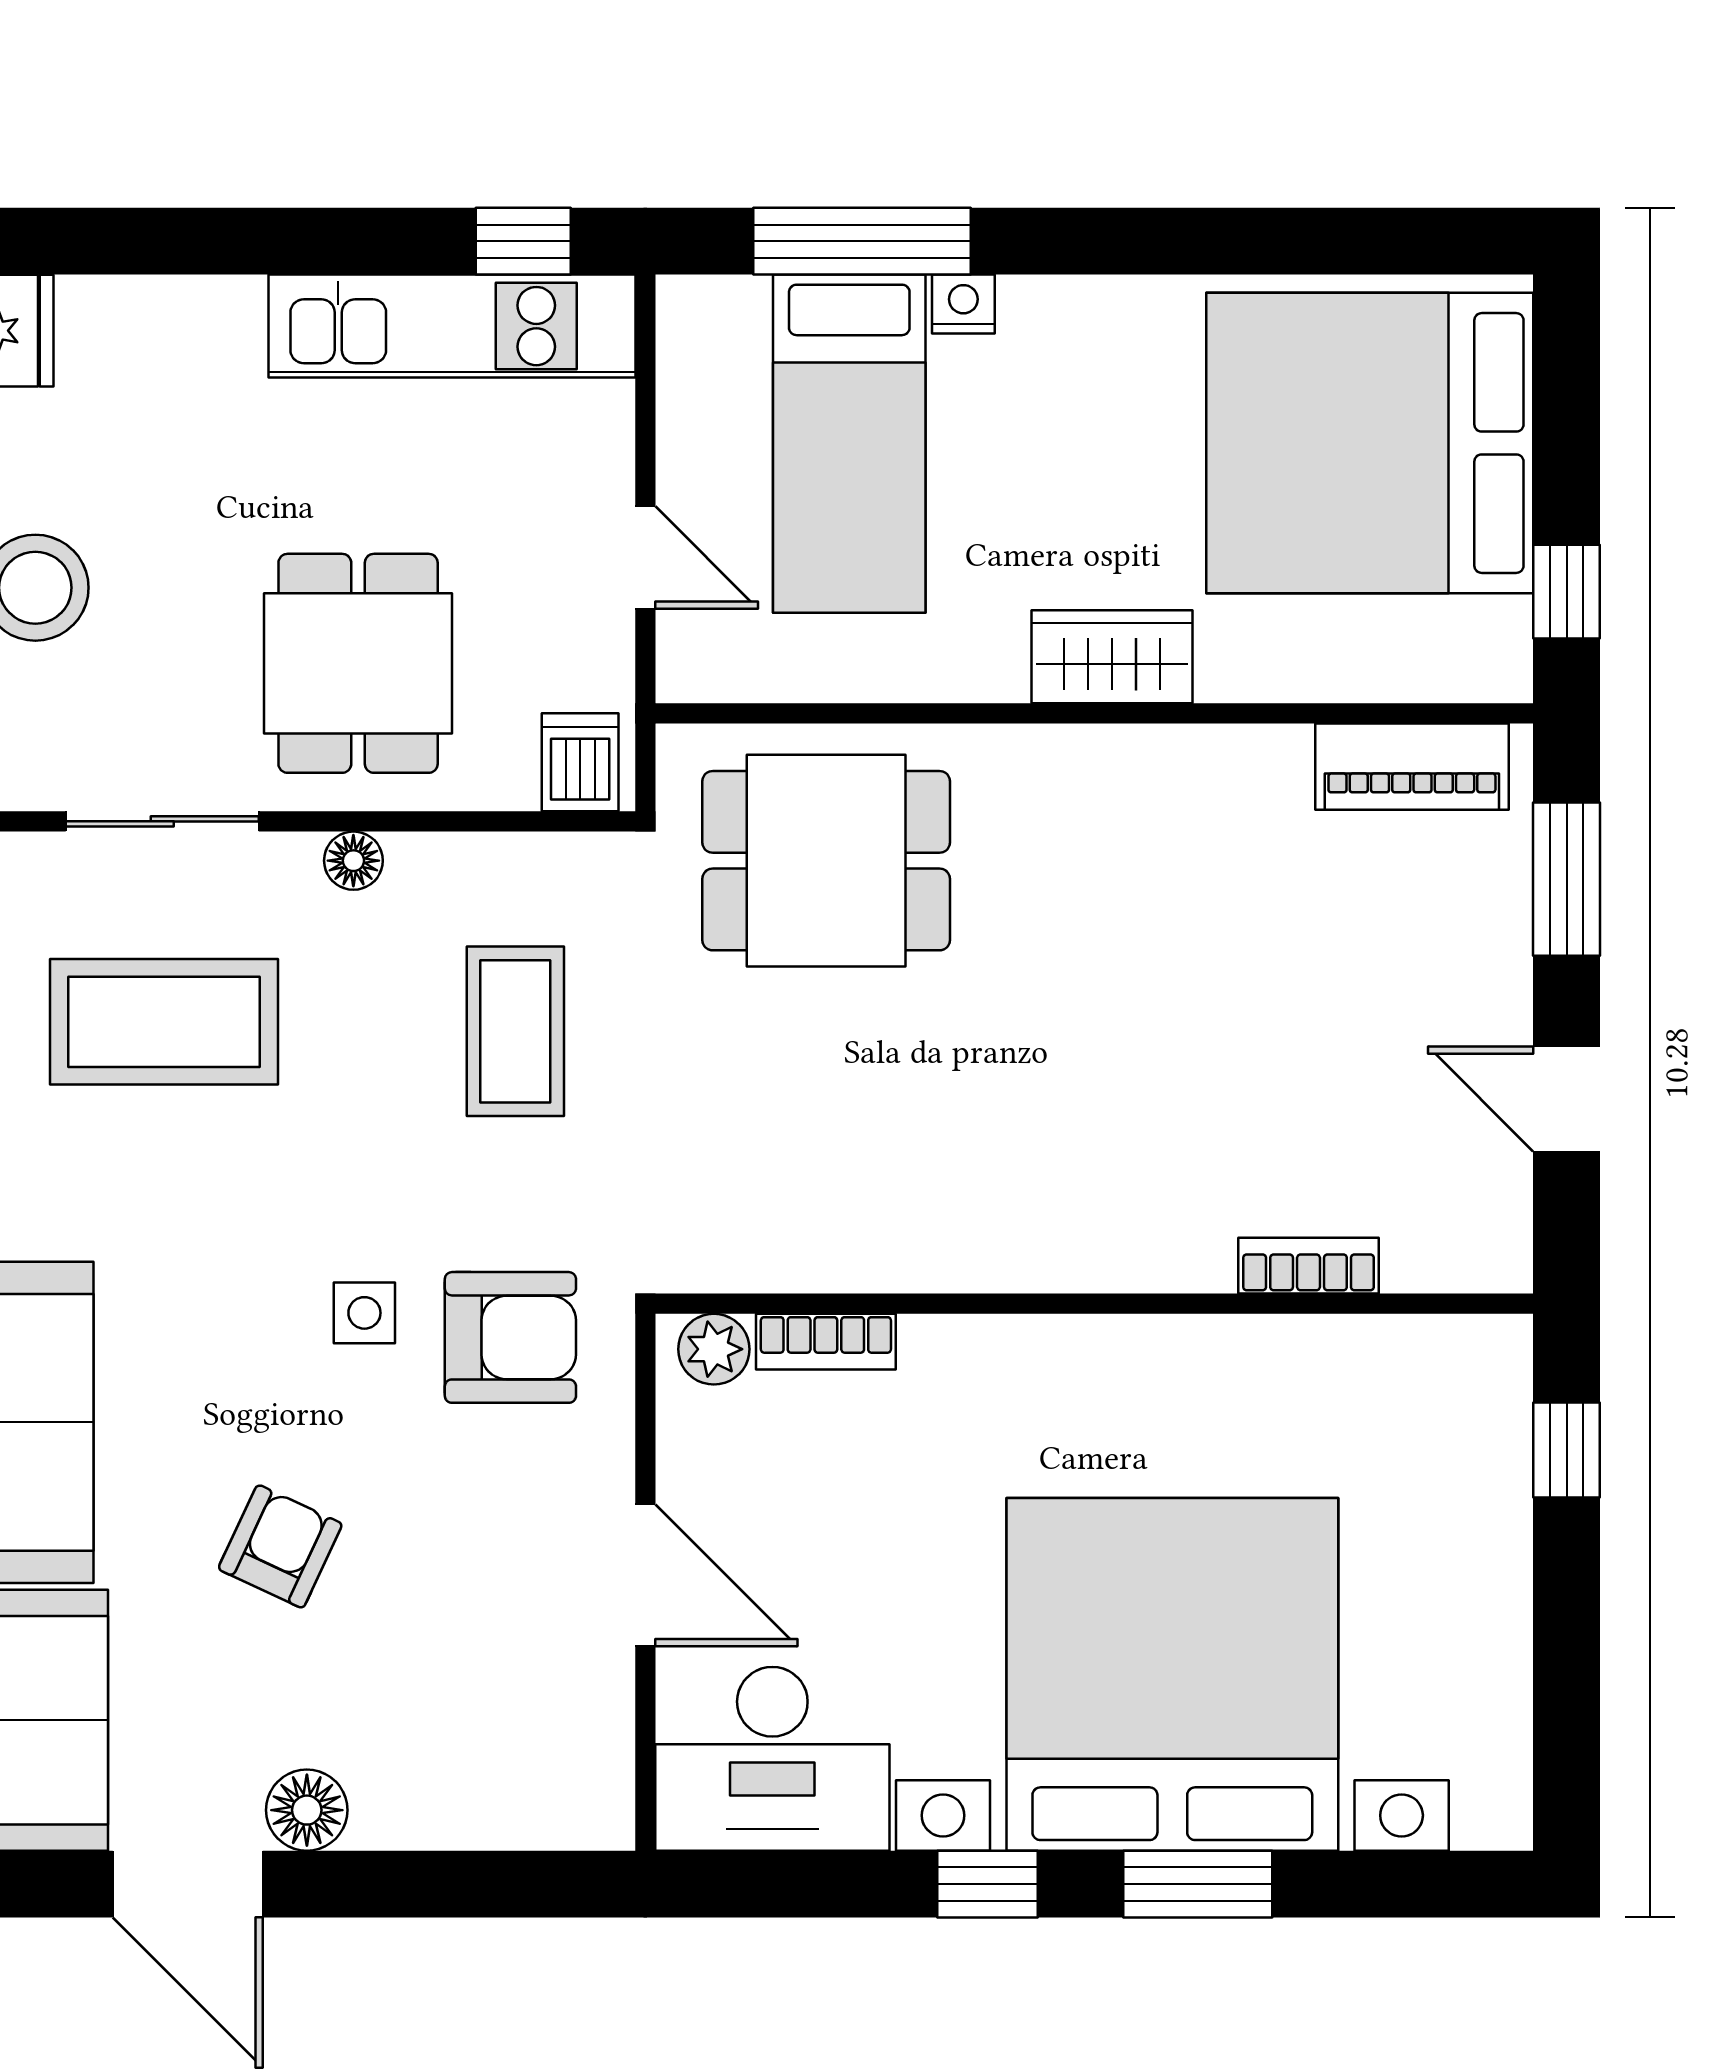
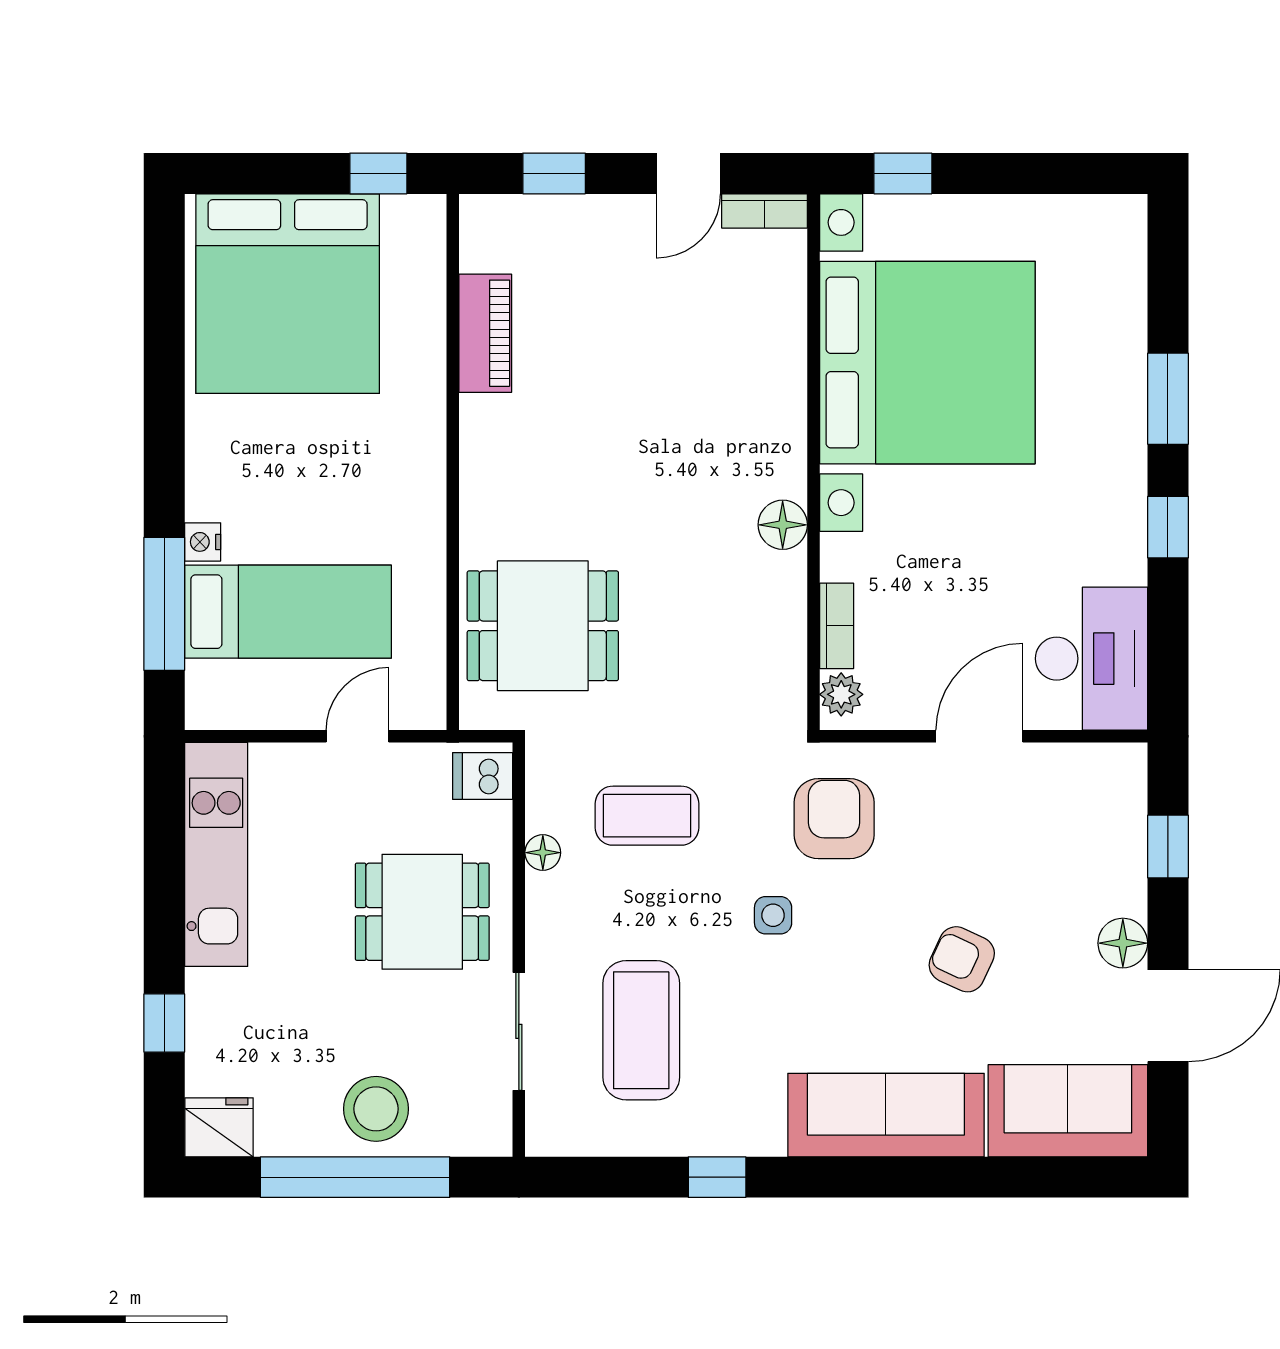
window: (523, 241) -> (164, 1023), moved
wardrobe: (1112, 657) -> (418, 451), removed
piano: (1412, 767) -> (485, 333), moved
floor lamp: (353, 861) -> (543, 853), moved
dining table: (826, 861) -> (543, 626), turned 90
window: (1567, 879) -> (554, 173), width x0.67
floor lamp: (991, 1253) -> (783, 525), added
bookcase: (1309, 1266) -> (765, 211), moved, turned -90
side table: (364, 1313) -> (773, 915), moved
bed with nightstands: (1172, 1674) -> (927, 363), moved, turned 180
window: (465, 1884) -> (1168, 847), added

